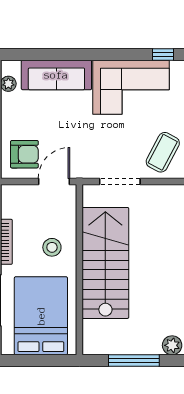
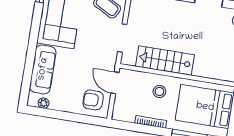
armchair: (24, 154) -> (93, 100), turned -90
stairs: (105, 263) -> (165, 61), width x0.73, depth x0.66

